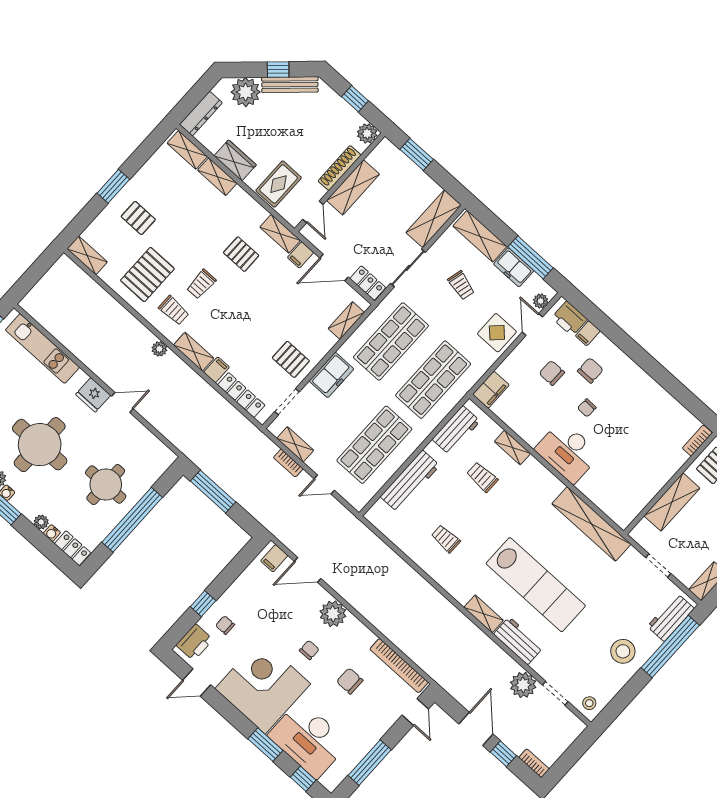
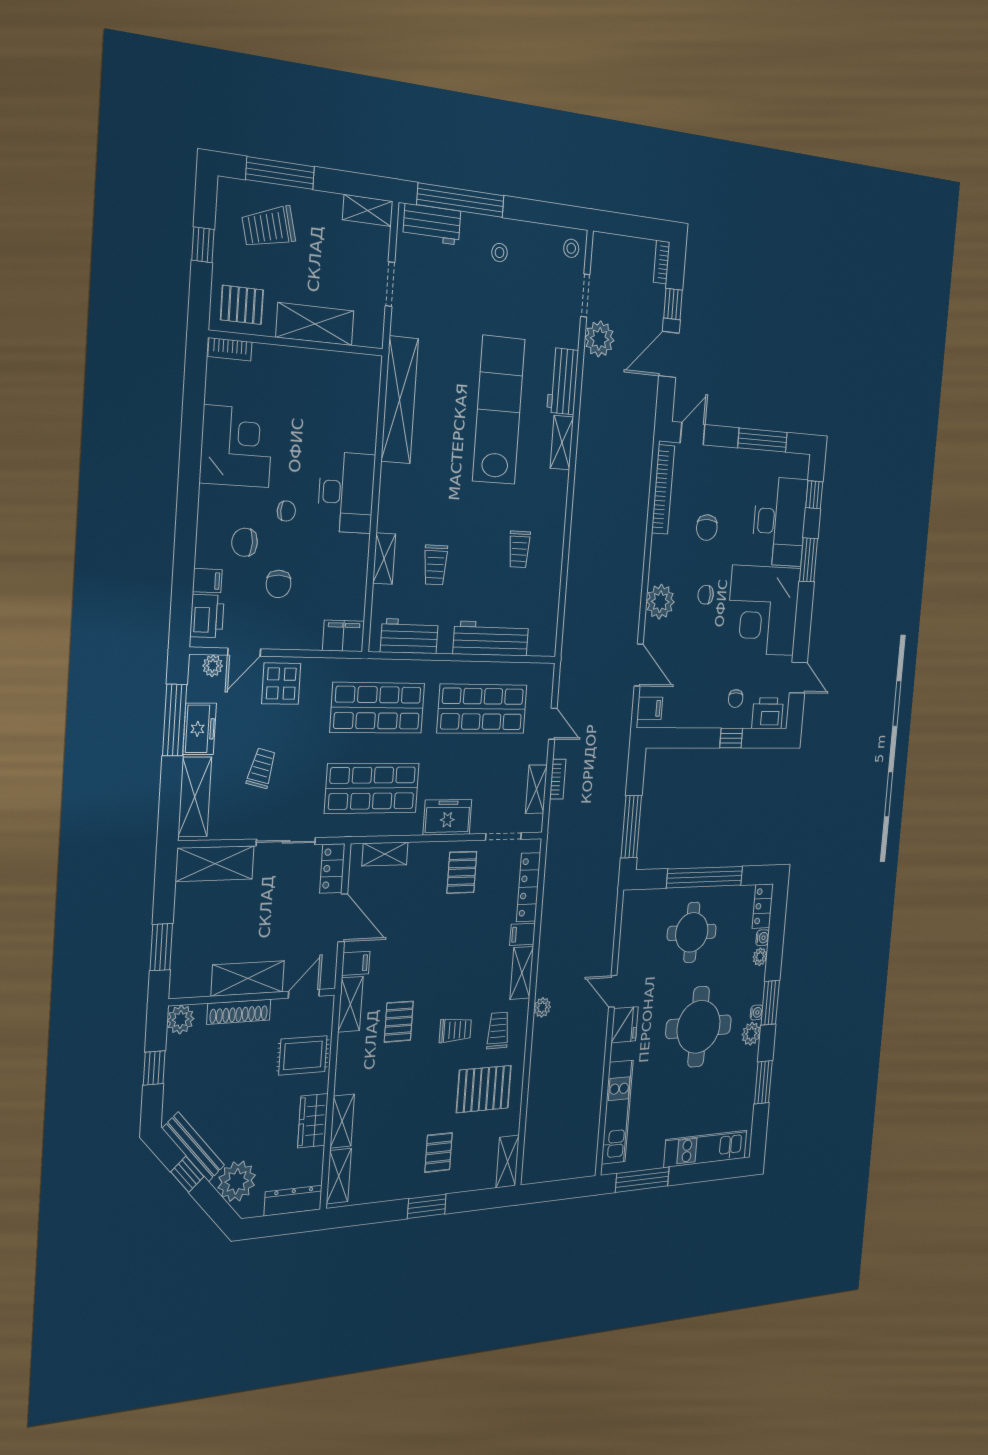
corner desk: (644, 405) -> (236, 446), added
stool: (623, 651) -> (500, 253), width x0.53, depth x0.53

